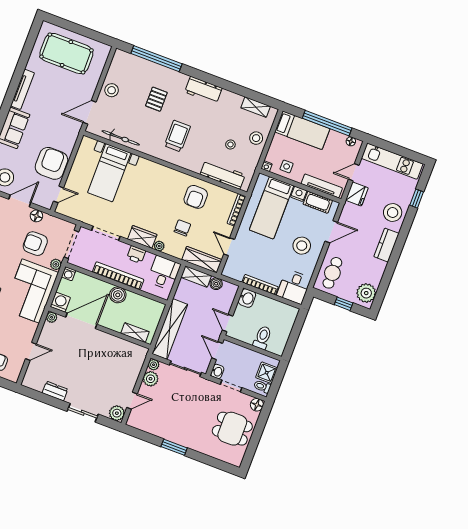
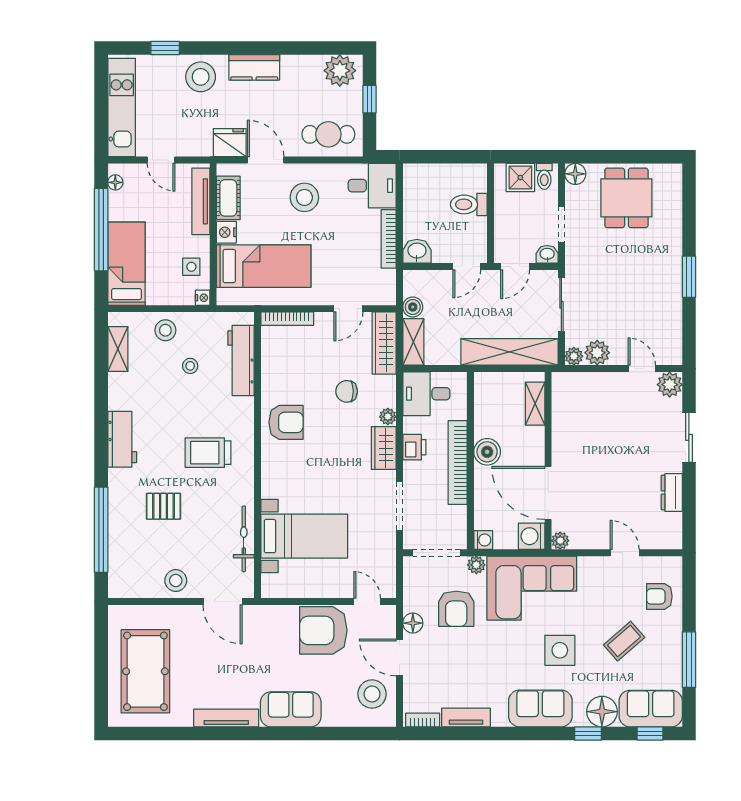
fridge: (357, 194) -> (230, 143), moved
armchair: (196, 197) -> (286, 422), moved

